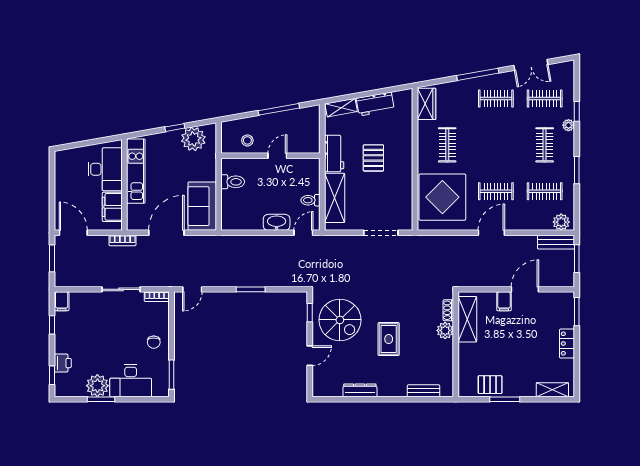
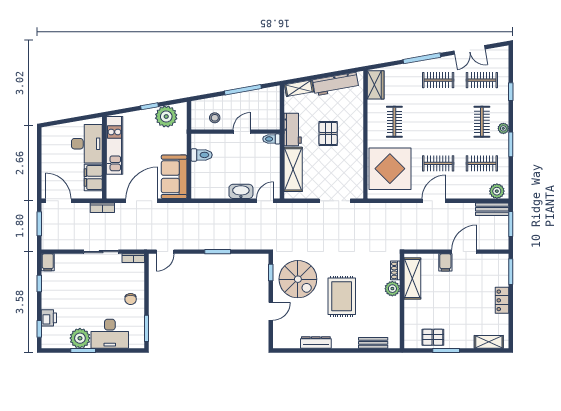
workbench: (375, 104) -> (336, 84), width x1.37
plant: (568, 125) -> (503, 128), moved
toilet: (310, 200) -> (271, 139), moved
rug: (389, 339) -> (342, 296), width x1.36, depth x1.43

